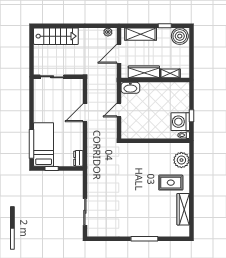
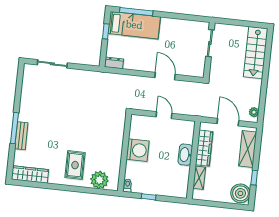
washbasin: (130, 88) -> (185, 155), moved
washing machine: (180, 122) -> (138, 150), moved, turned 90
wardrobe: (183, 209) -> (30, 174), moved
bench: (150, 232) -> (21, 136), added

